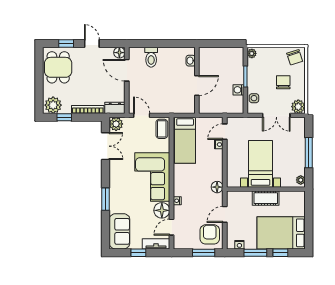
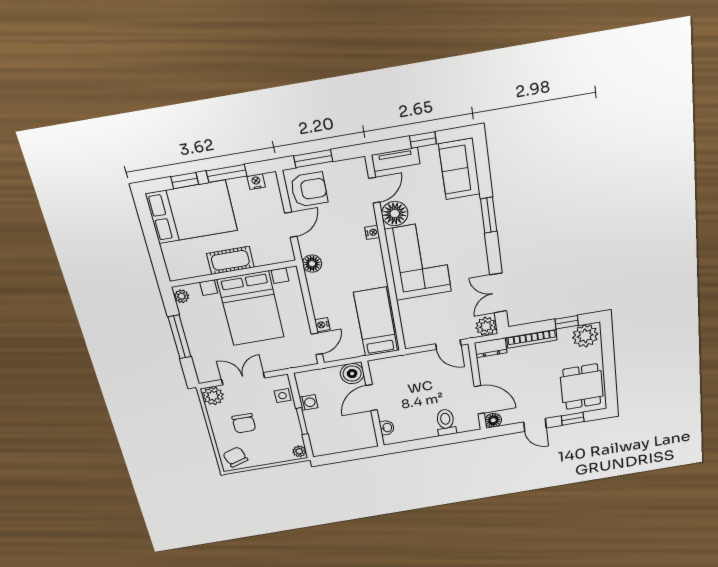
boiler: (206, 106) -> (352, 374), added
coffee table: (162, 129) -> (414, 331), removed
bed with nightstands: (260, 164) -> (251, 309), width x1.36
armchair: (210, 234) -> (309, 190), turned -90

